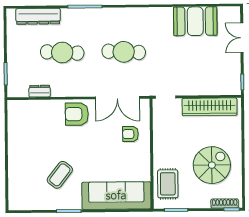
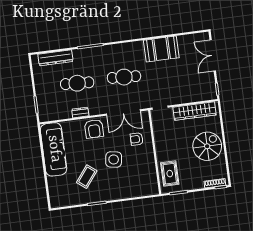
booth: (195, 21) -> (161, 49), moved
double door: (242, 38) -> (213, 55), width x1.37
dresser: (40, 91) -> (80, 113), moved
armchair: (77, 114) -> (94, 129), turned -90
side table: (97, 157) -> (114, 159), added
spiral stairs: (212, 165) -> (207, 146), moved
sofa: (116, 196) -> (54, 149), moved, turned 90

